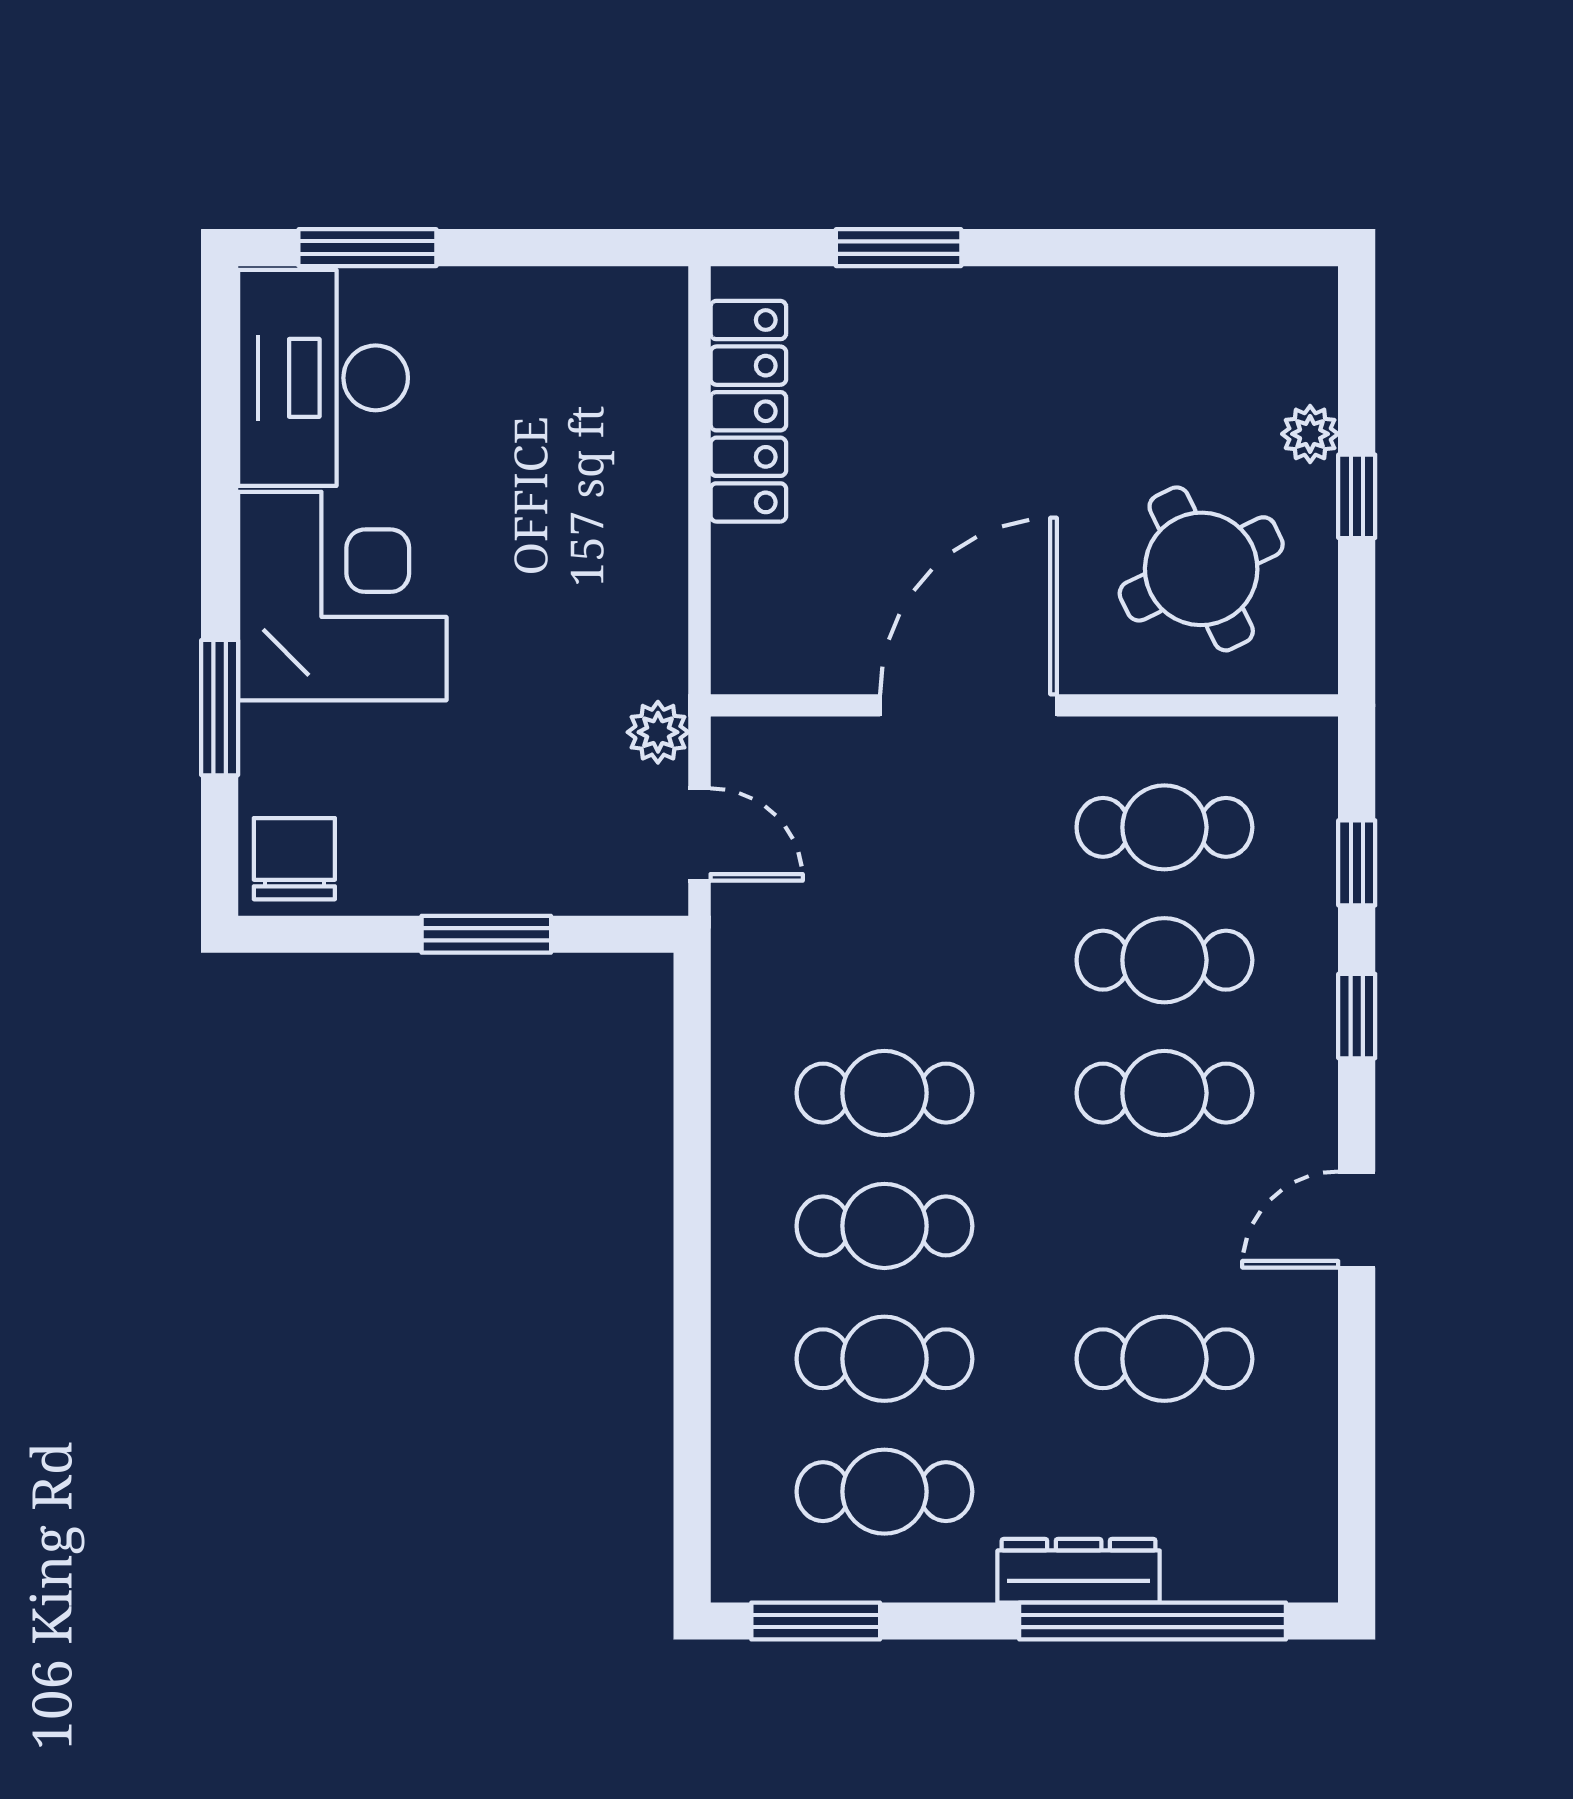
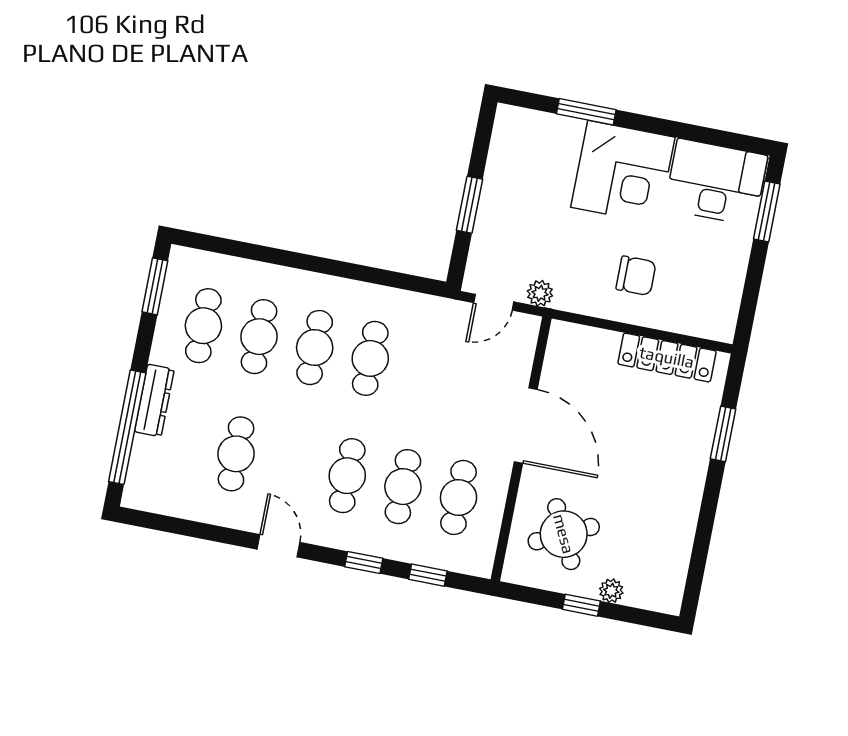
chair: (294, 859) -> (636, 276), moved

